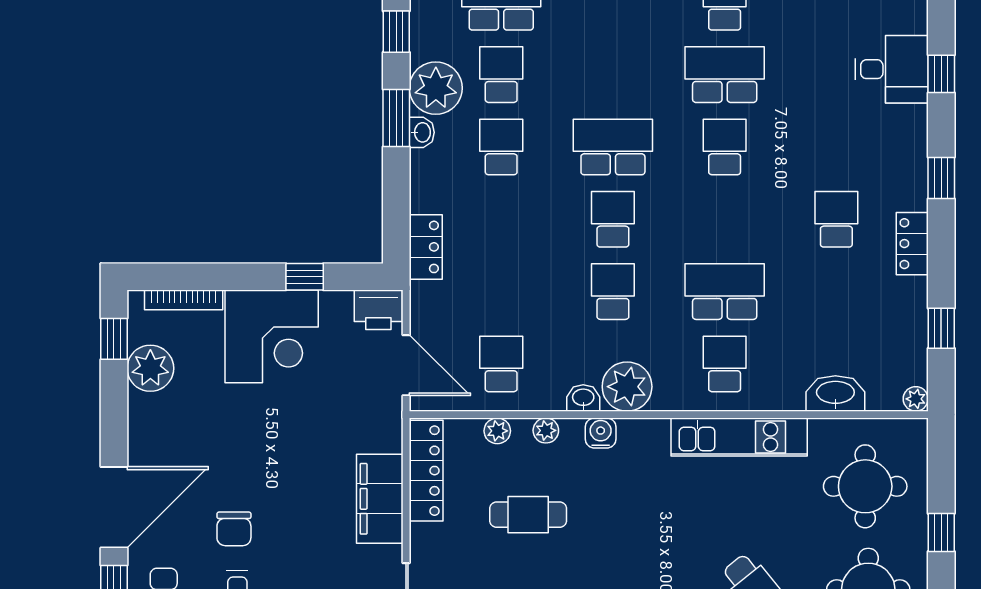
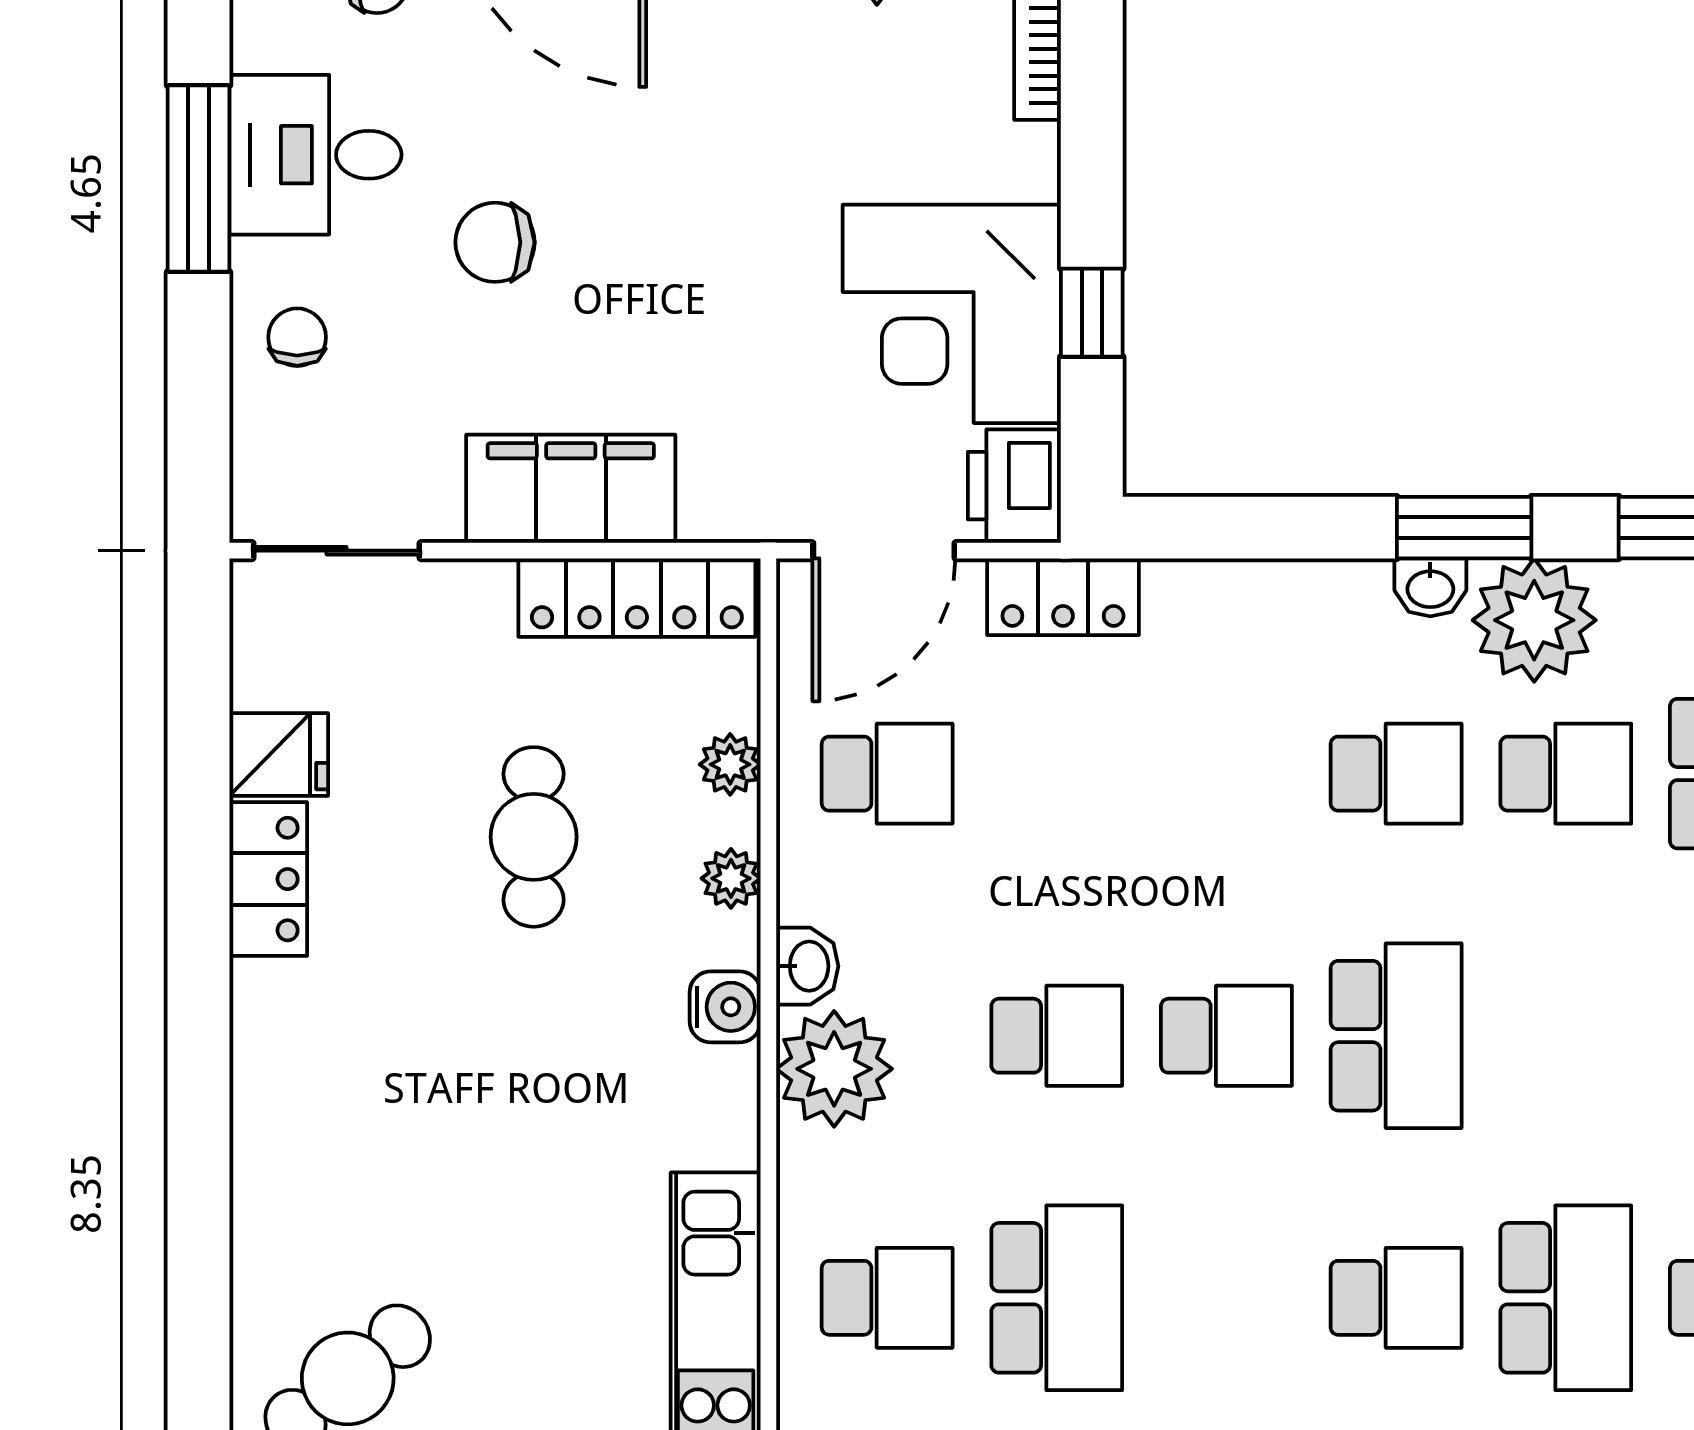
locker: (426, 247) -> (1063, 597), moved
corner desk: (272, 336) -> (952, 314), moved
chair: (234, 529) -> (495, 242), moved

